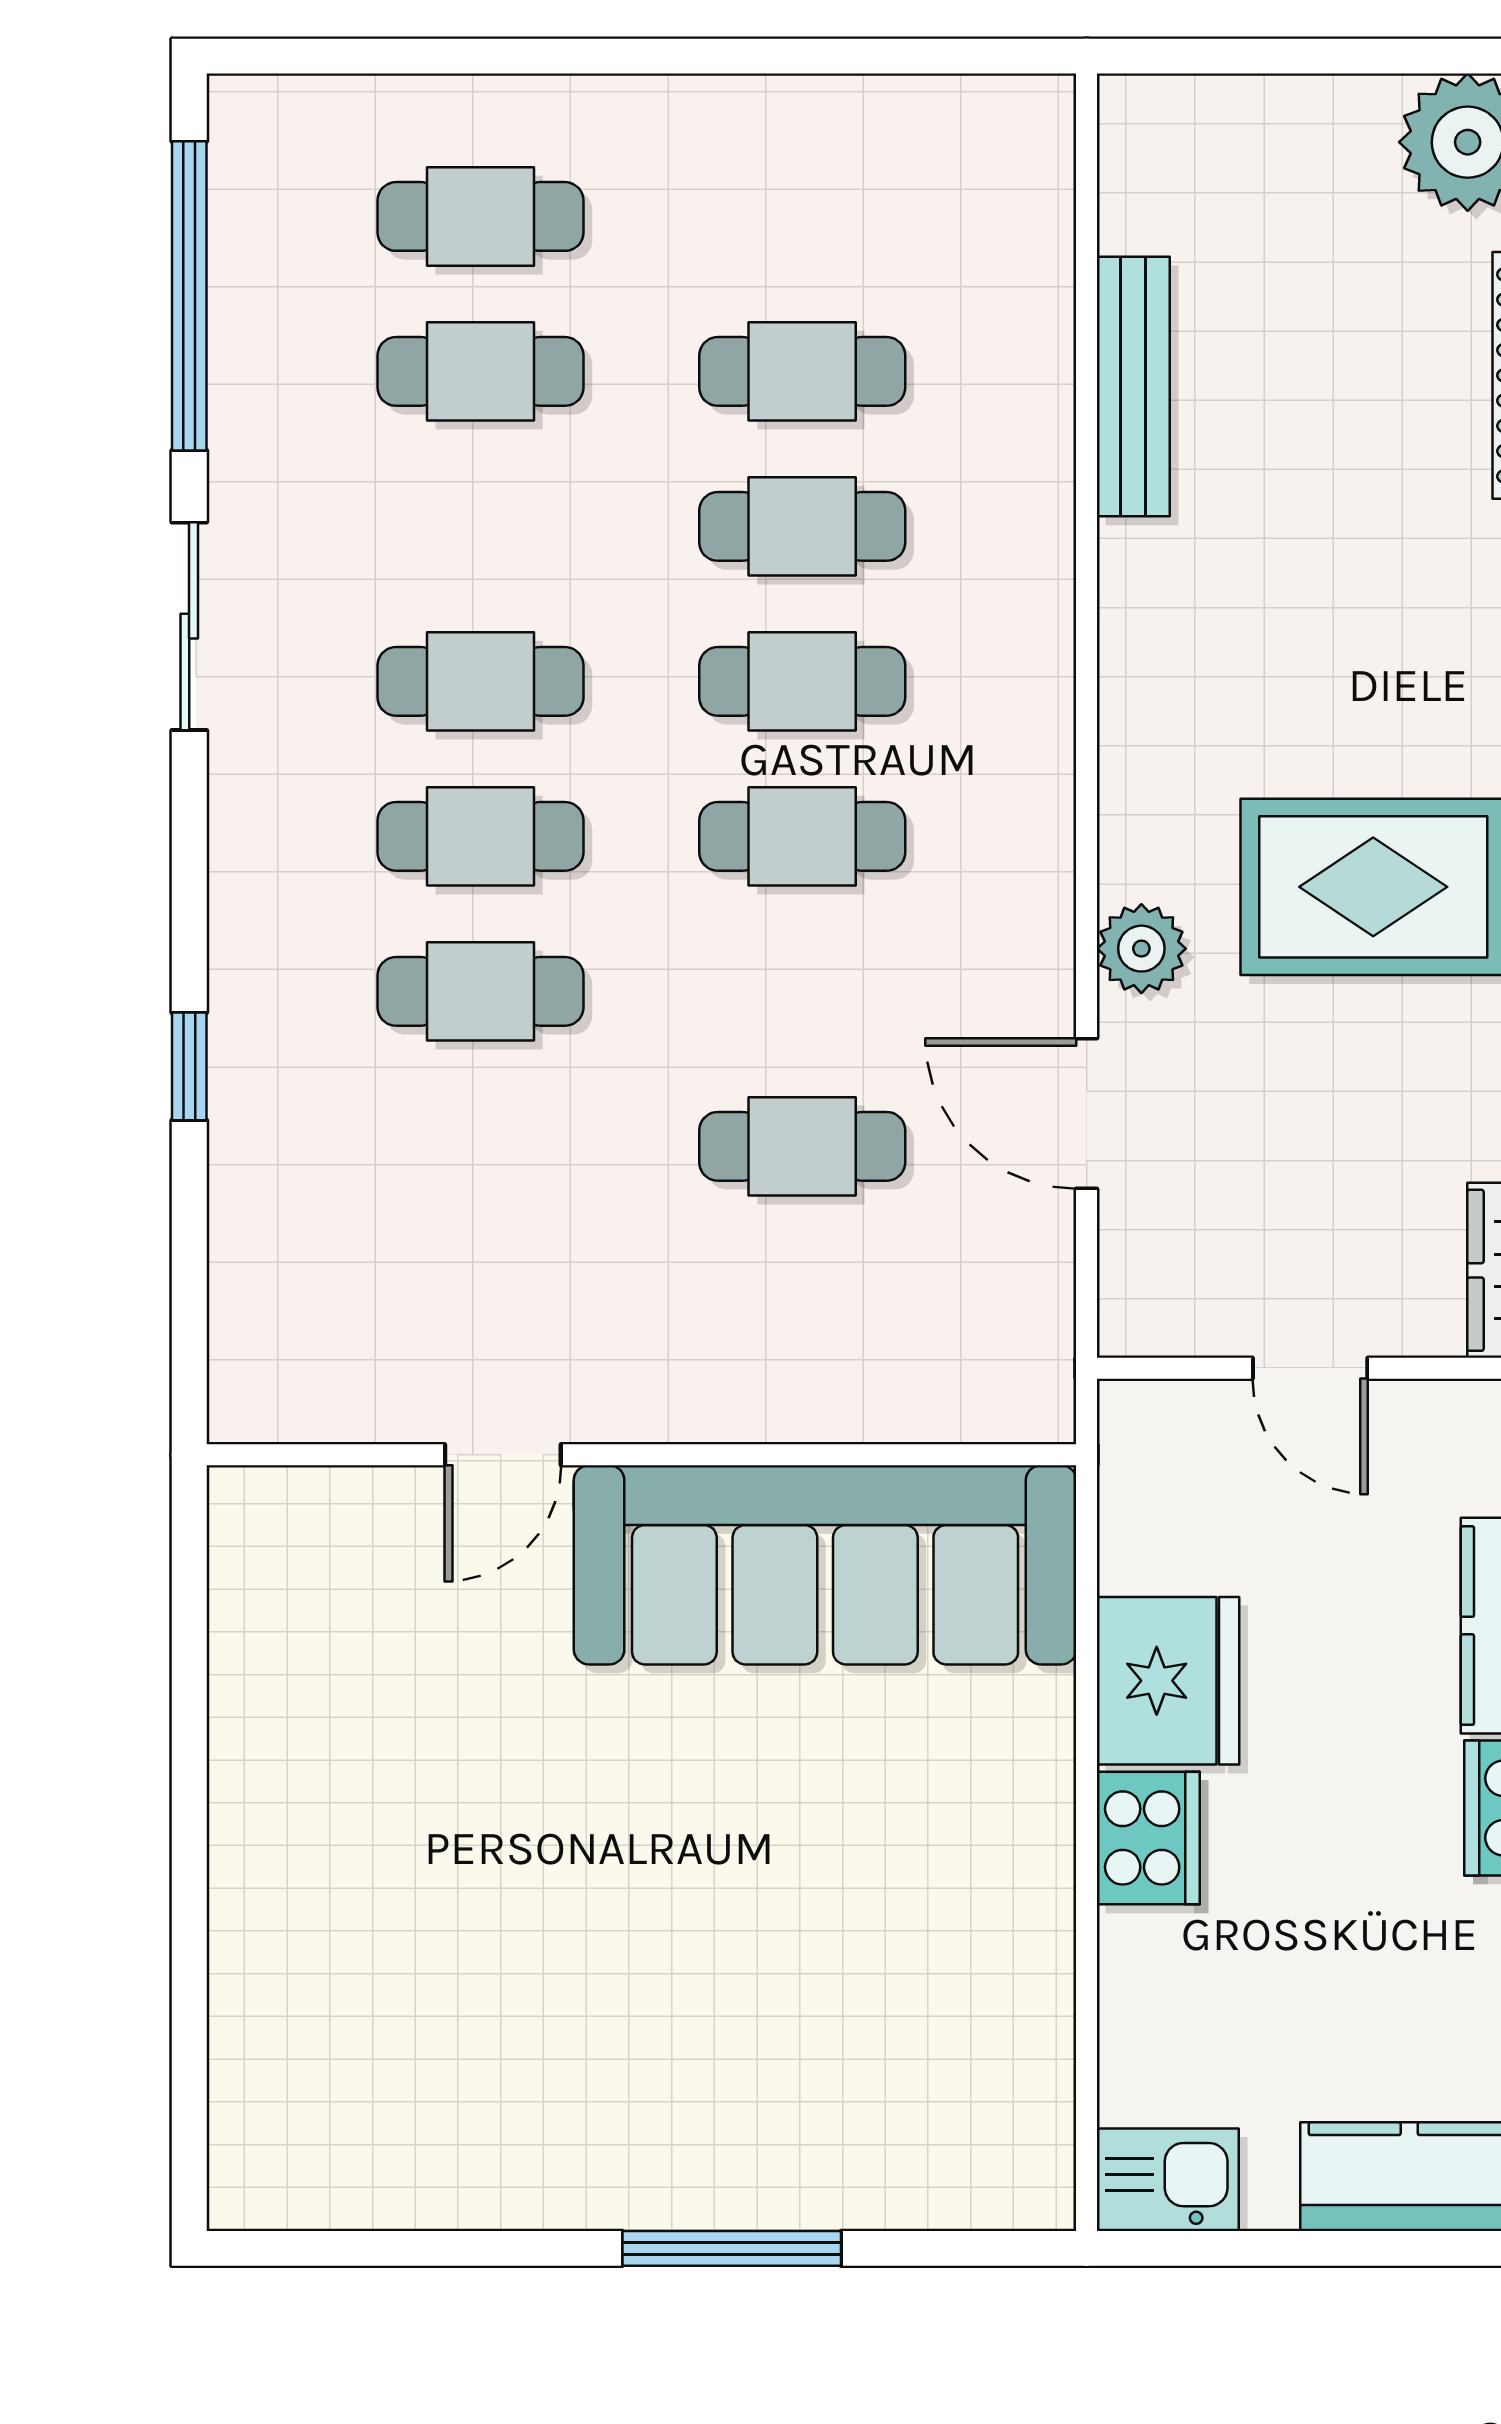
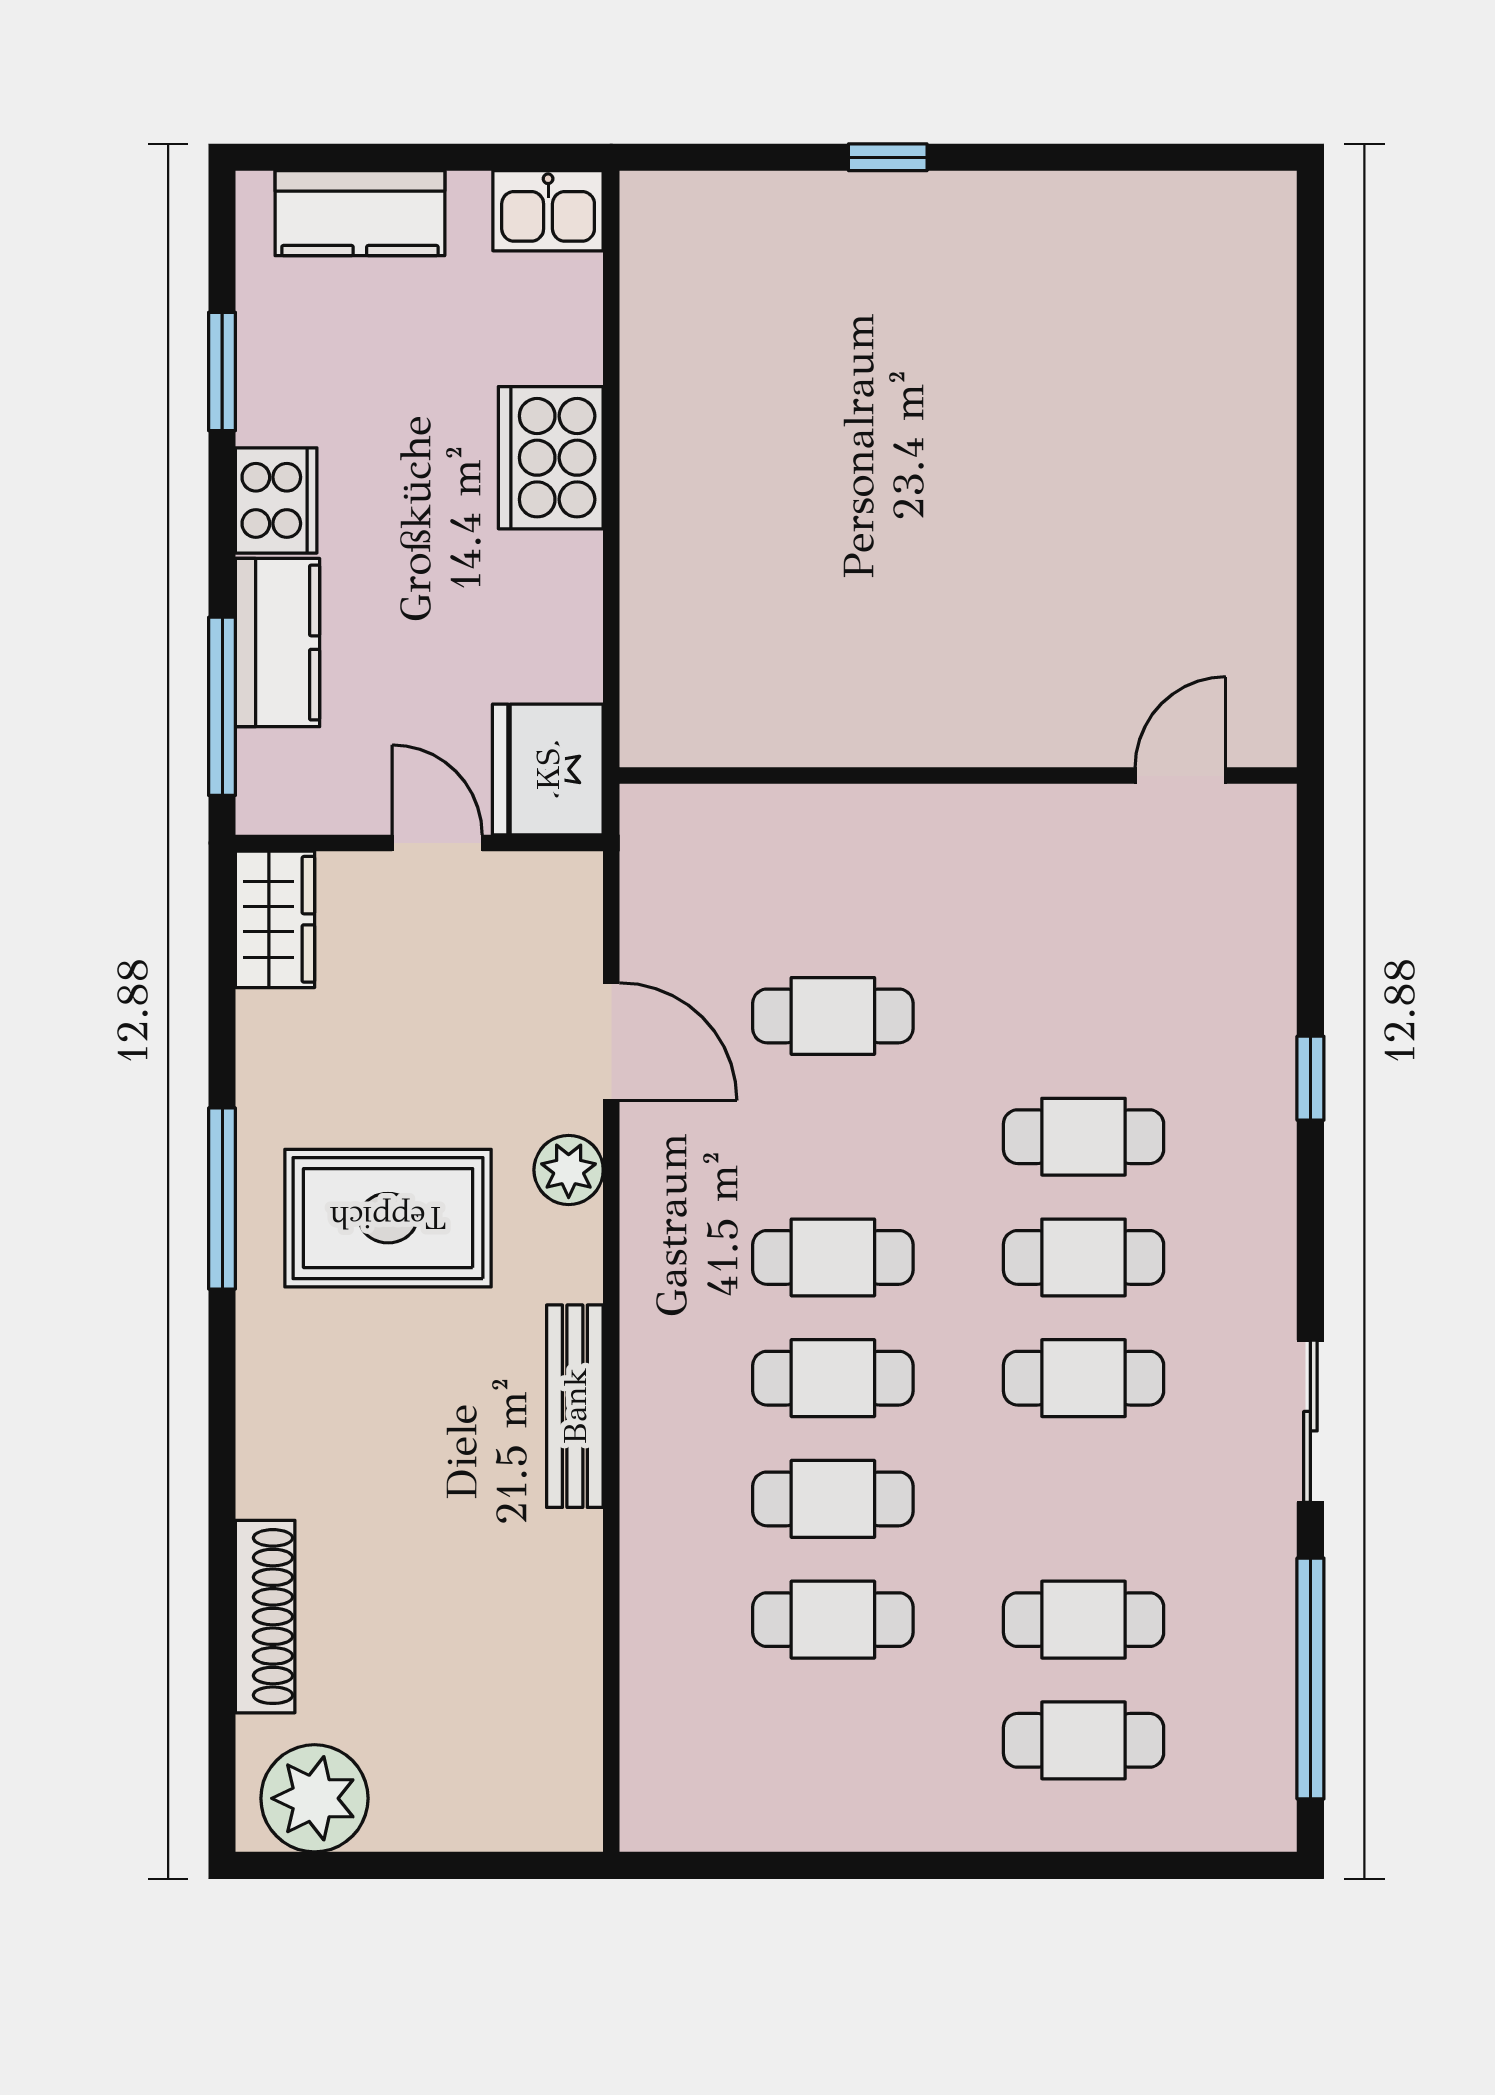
bench: (1133, 387) -> (575, 1406), moved
door: (503, 1455) -> (1180, 776), moved
sofa: (825, 1565) -> (815, 690), removed
fridge: (1168, 1681) -> (548, 769), moved
cooker: (1148, 1838) -> (551, 458), width x1.37, depth x1.31
window: (732, 2248) -> (888, 157), width x0.46

